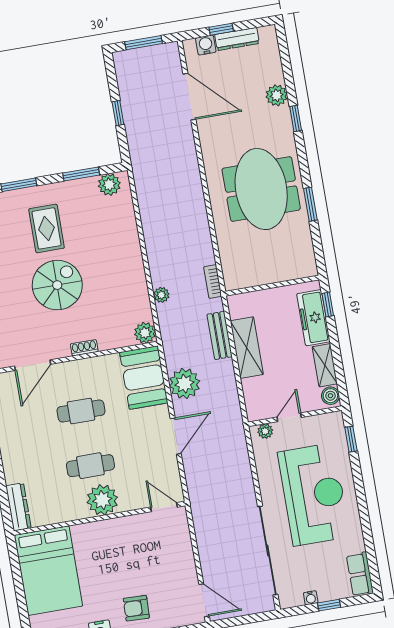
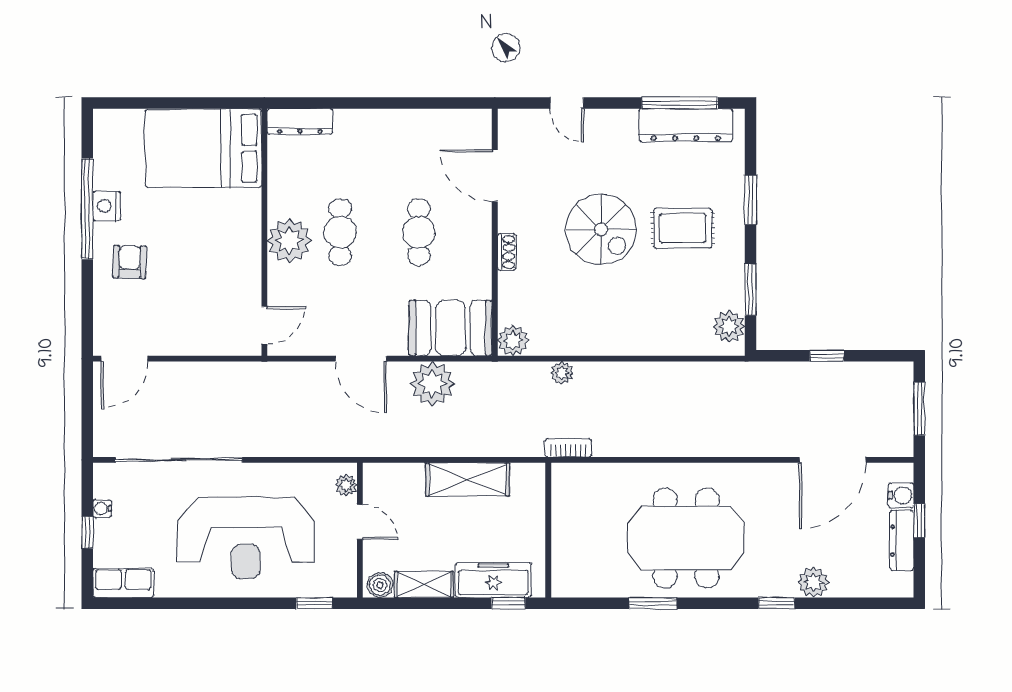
bench: (220, 335) -> (491, 444), removed

